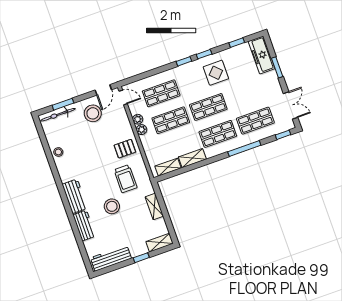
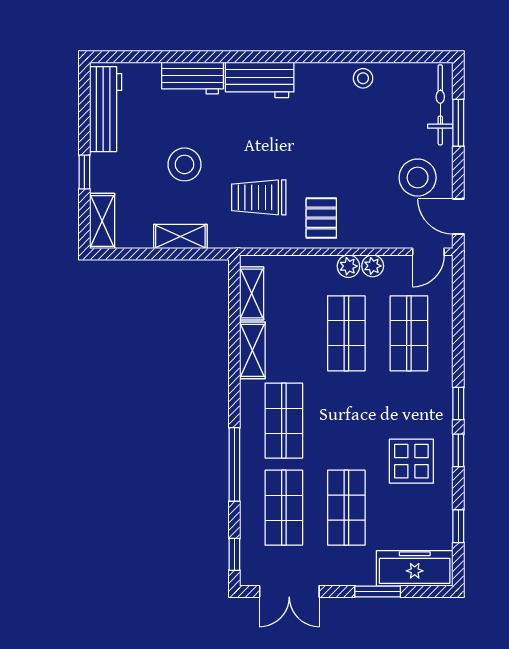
shop shelf: (208, 107) -> (346, 508), moved
stool: (112, 206) -> (185, 164), moved

